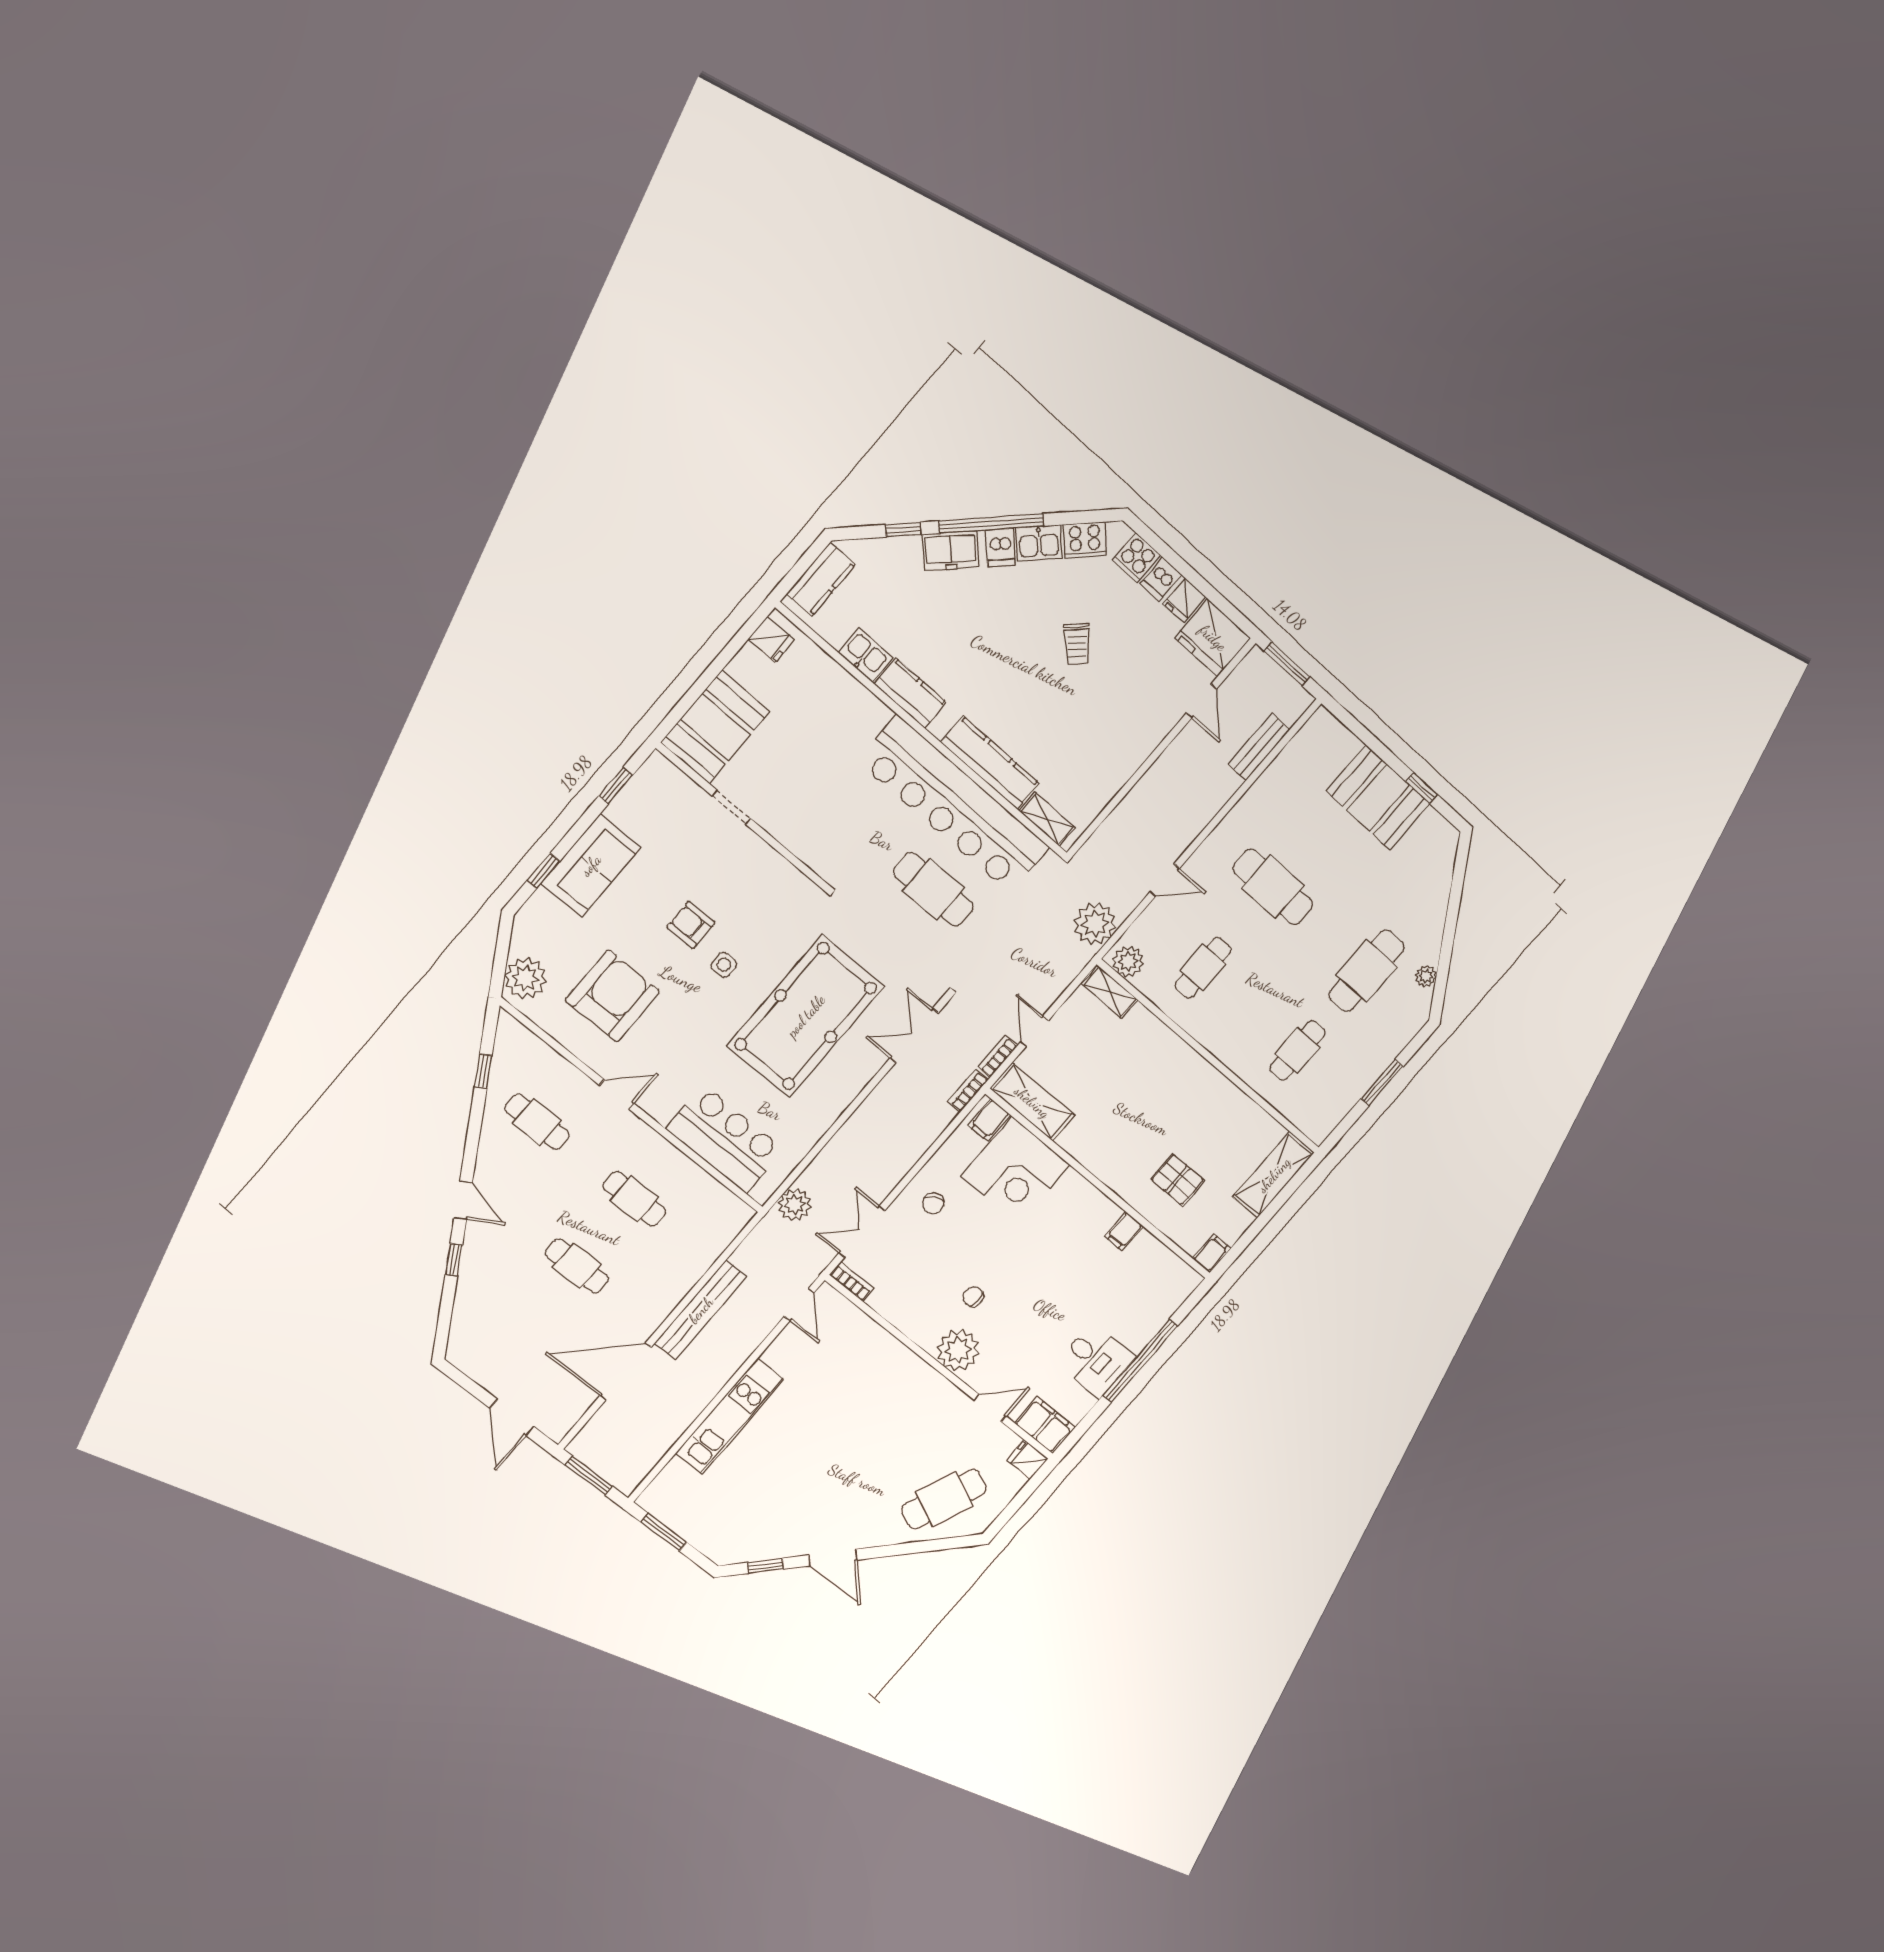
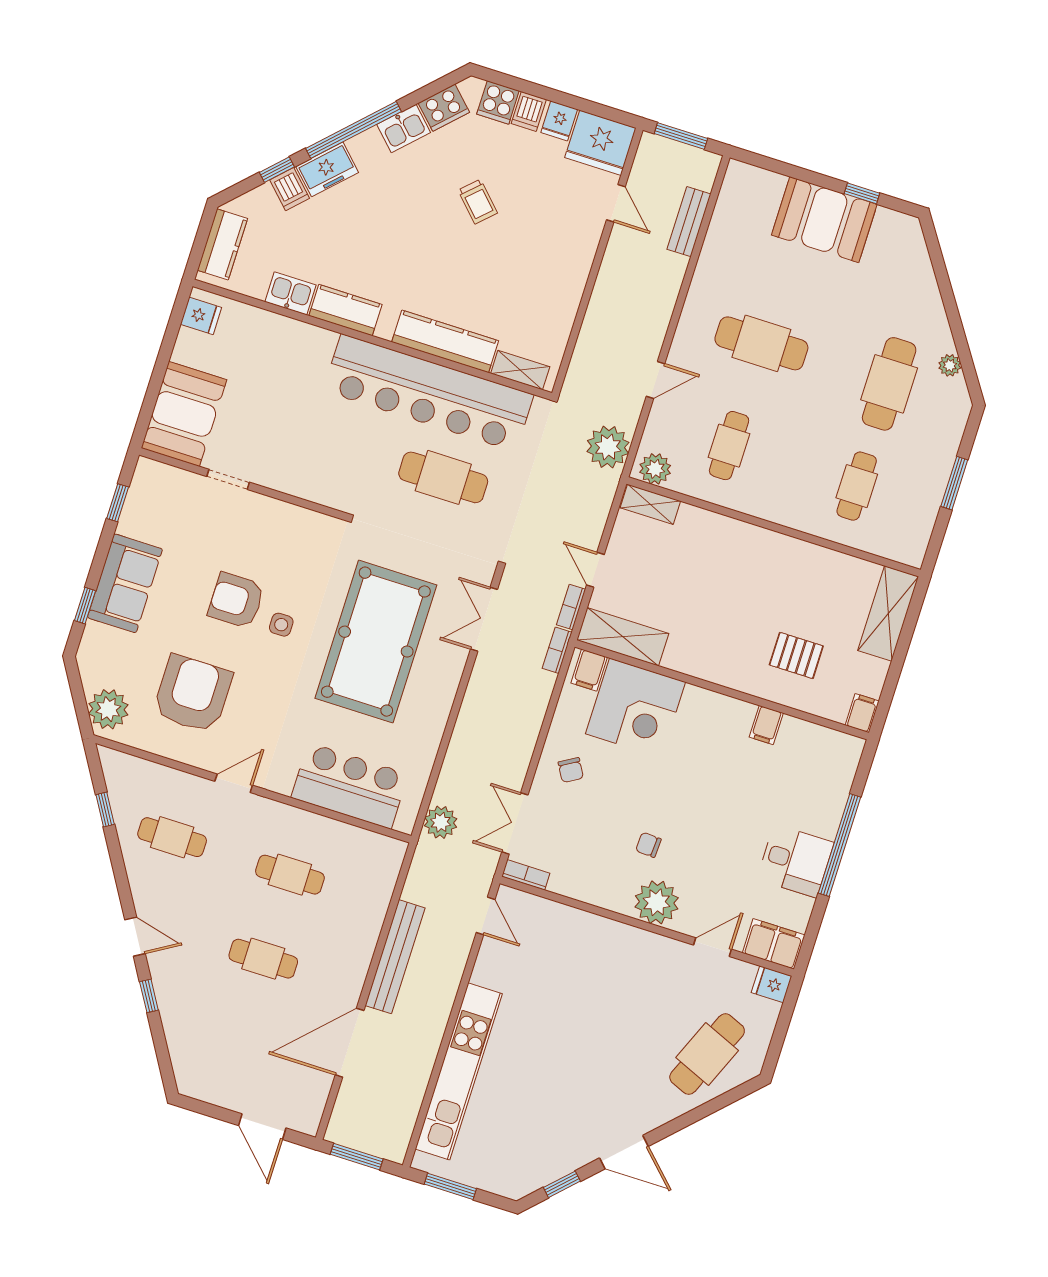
dishwasher: (1000, 547) -> (290, 189), moved
armchair: (691, 925) -> (236, 600), width x1.38, depth x1.38
kitchen unit: (730, 1416) -> (459, 1071), width x1.36

